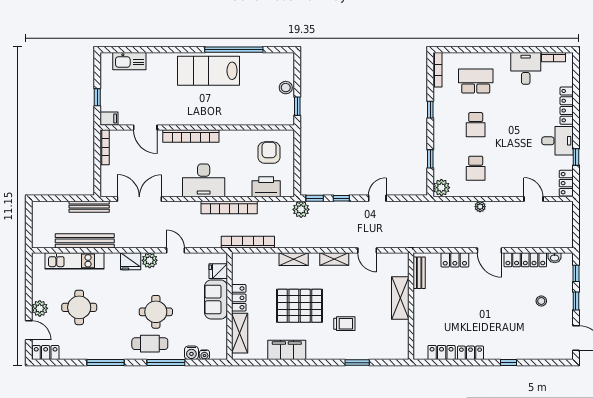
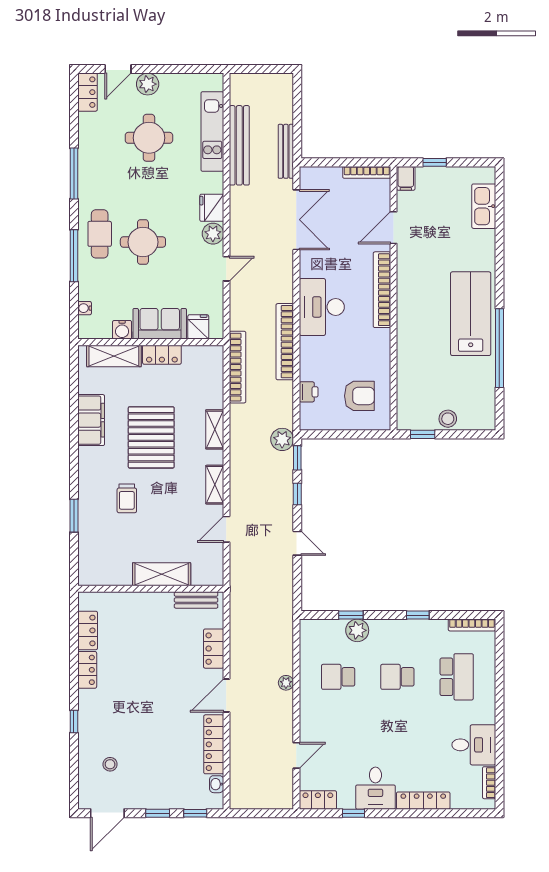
printer: (266, 187) -> (309, 392), width x0.53, depth x0.68
plant: (441, 188) -> (357, 630), moved
stool: (541, 301) -> (110, 764), moved
water cooler: (191, 353) -> (122, 330), moved, turned -90

